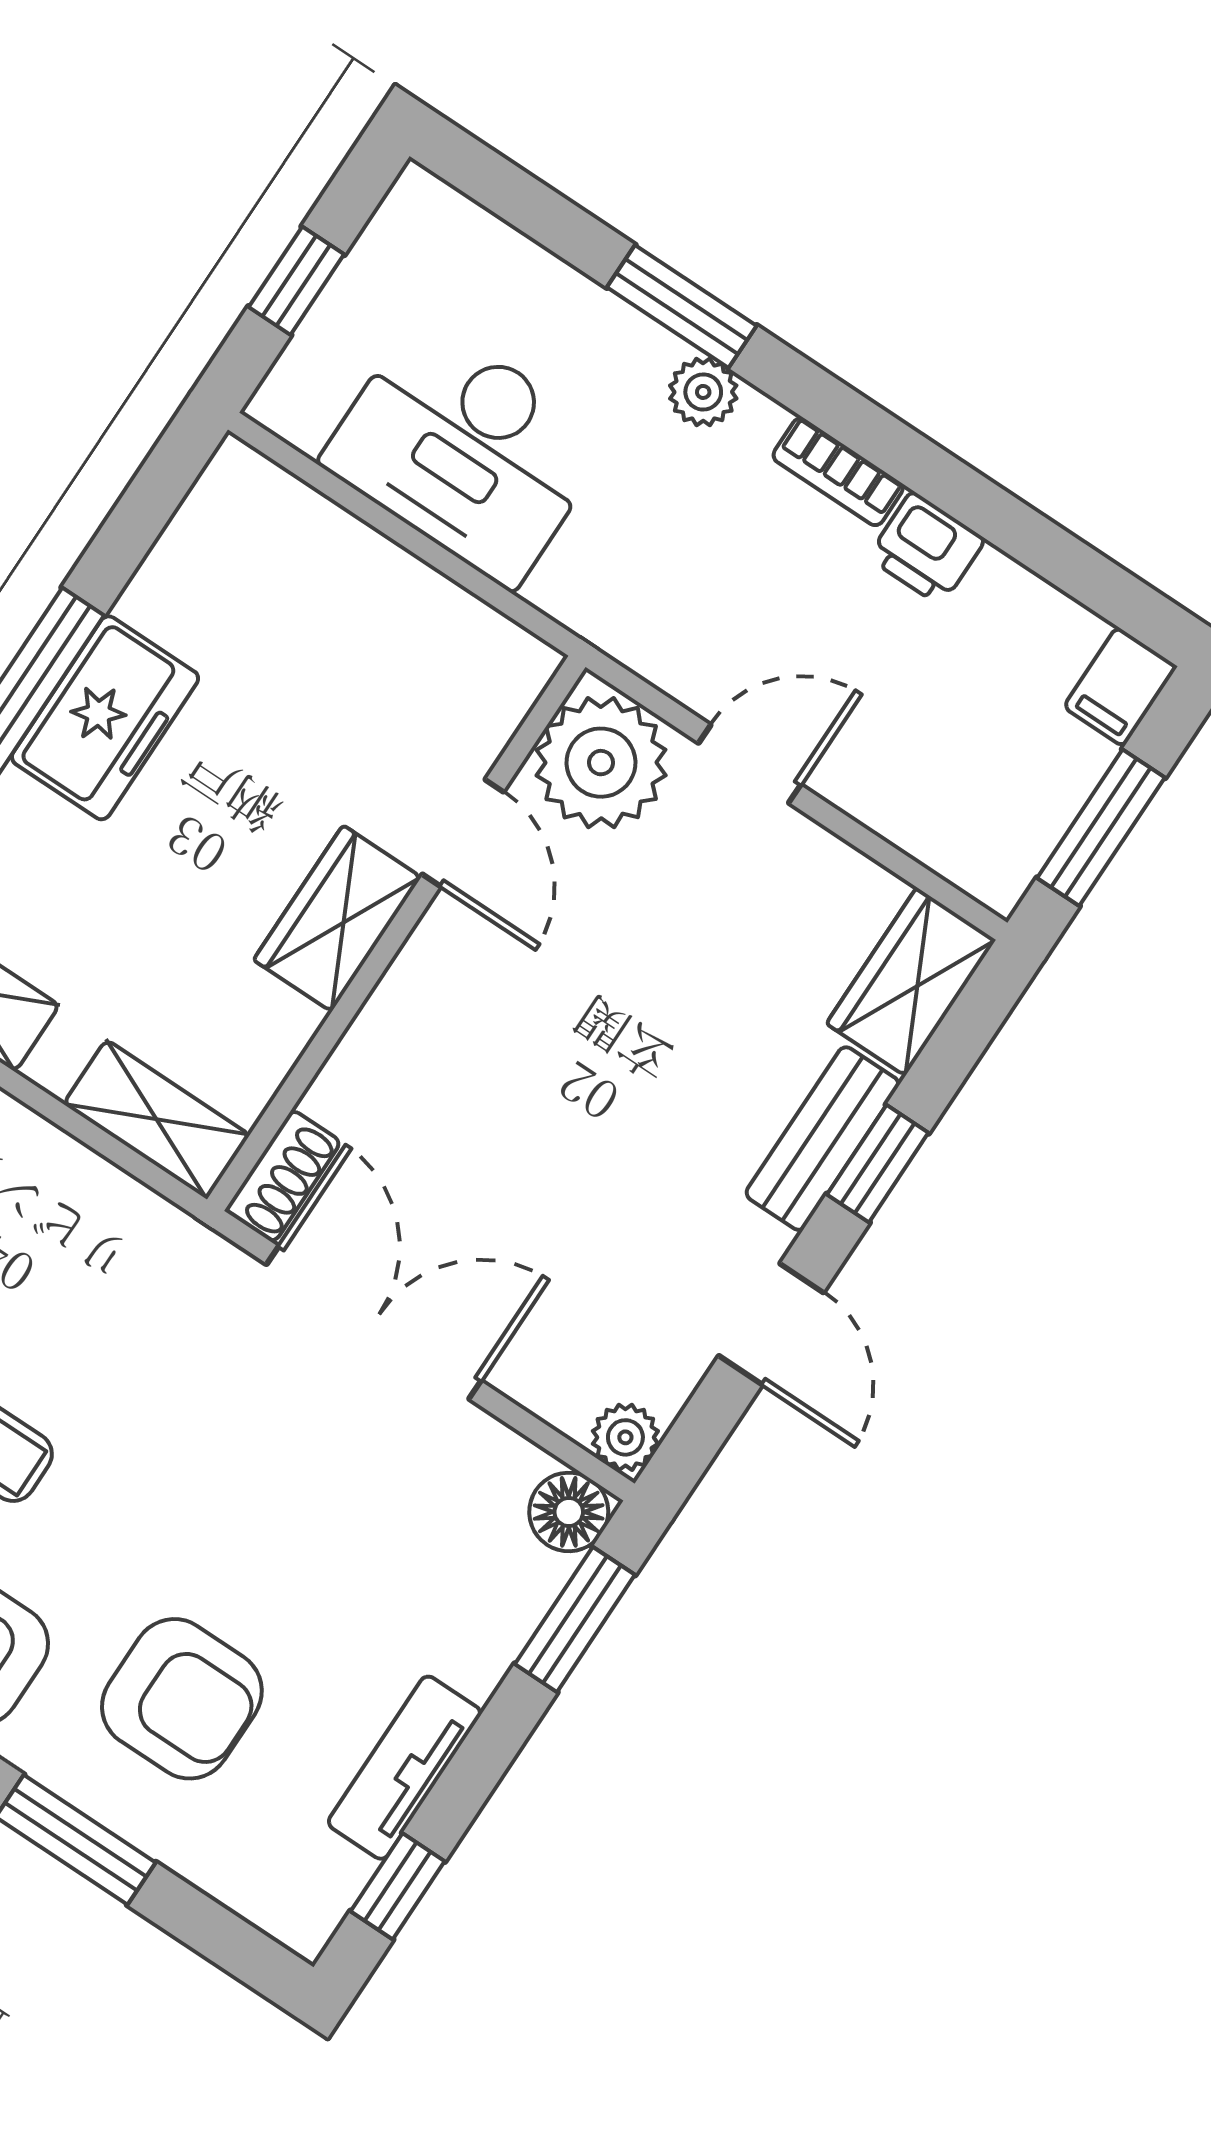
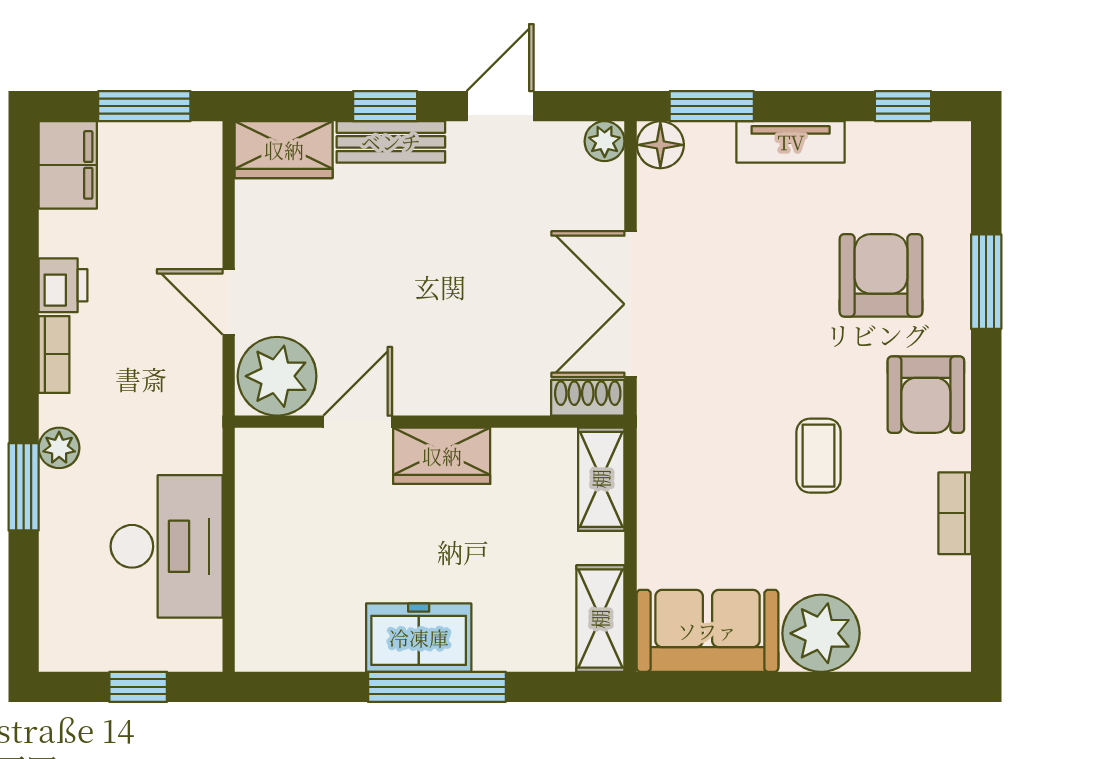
filing cabinet: (1120, 687) -> (68, 165), width x2.00
tv unit: (405, 1768) -> (791, 142), moved

